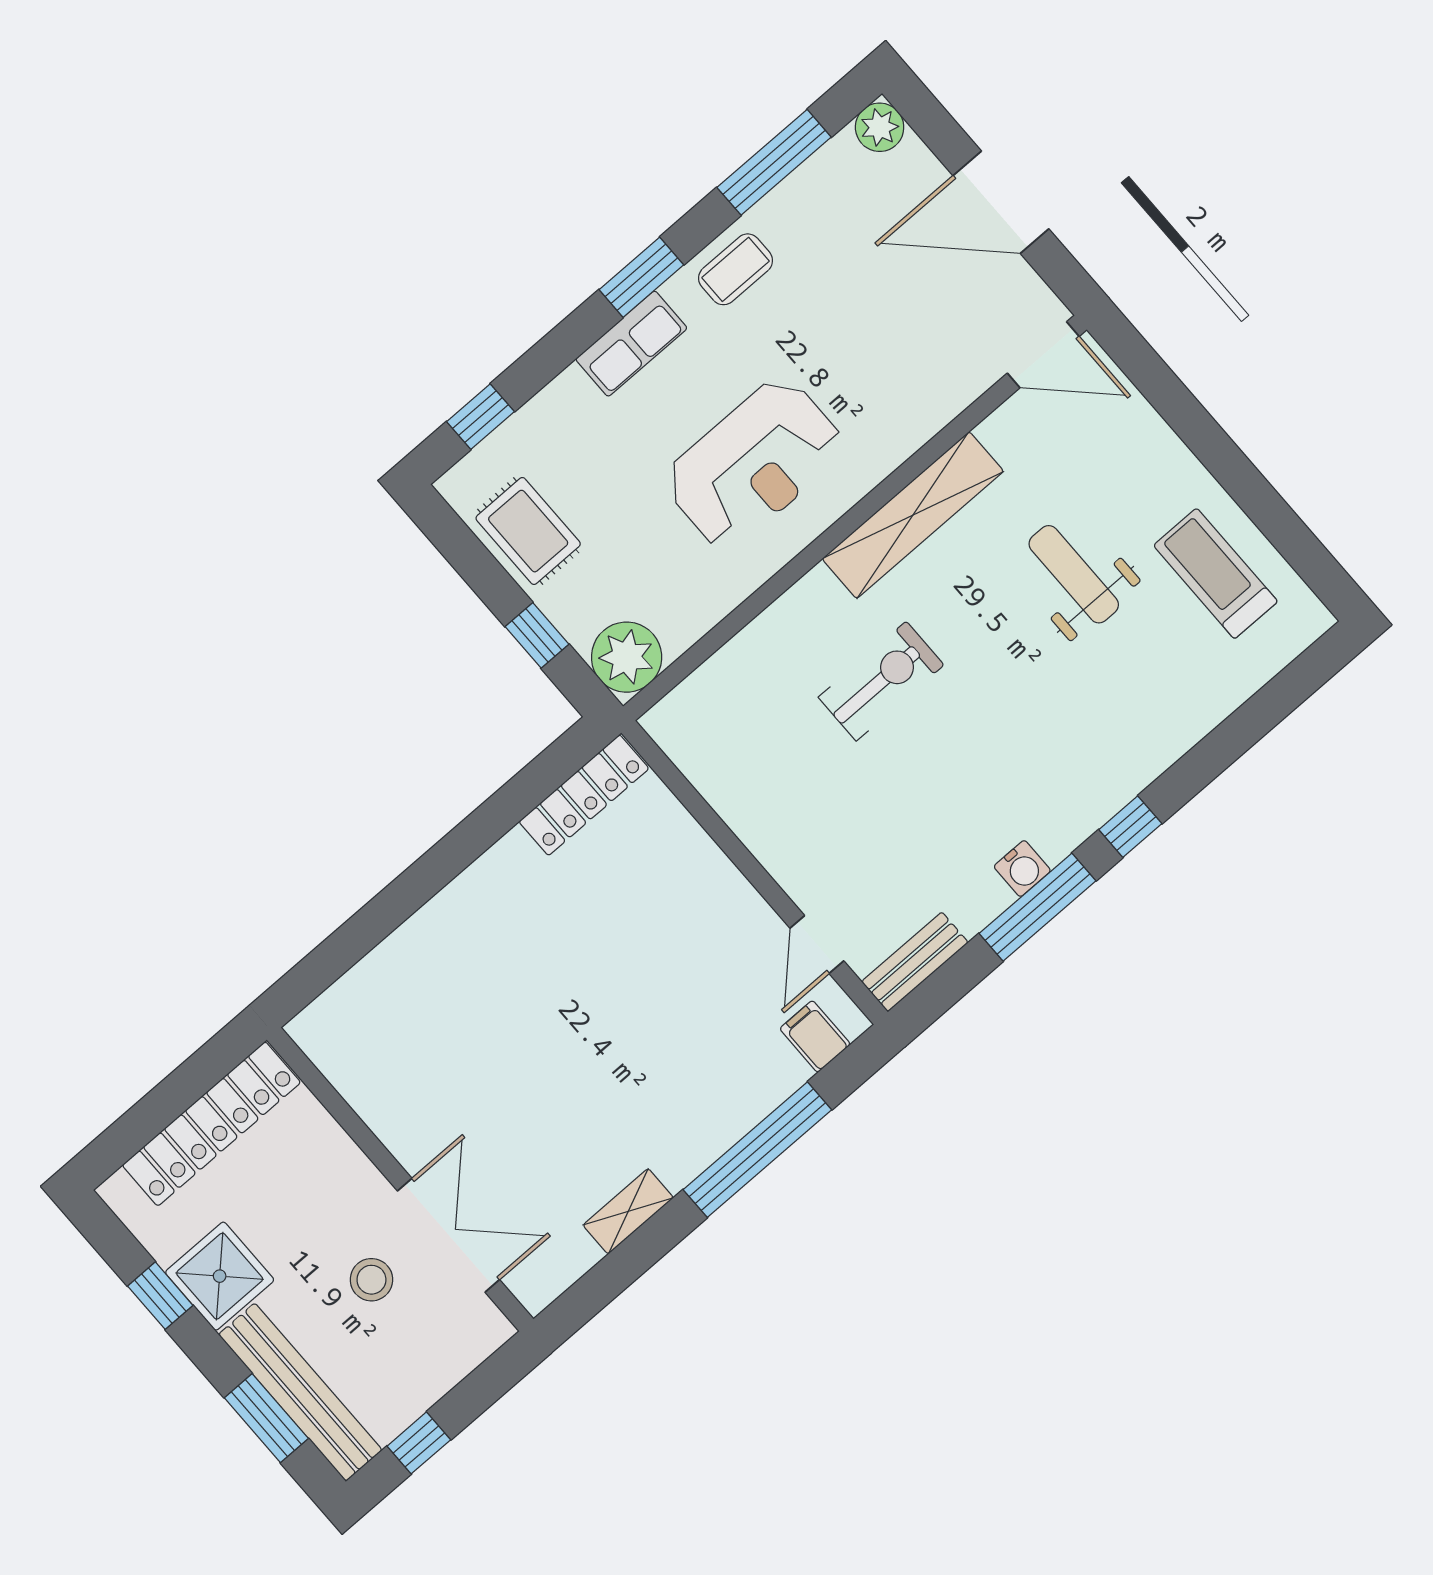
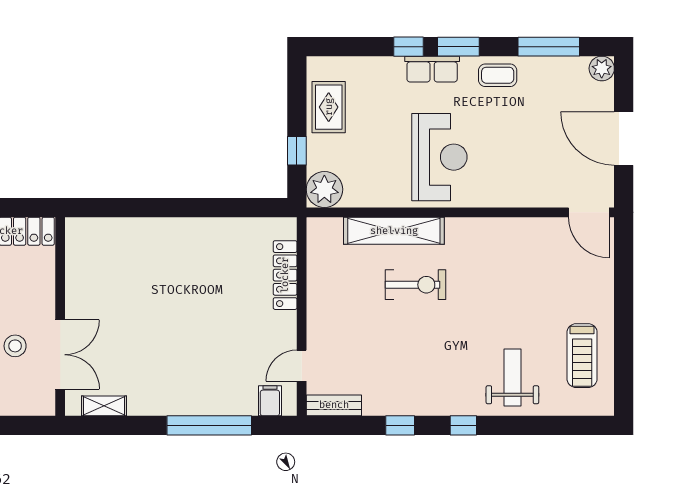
window: (481, 417) -> (408, 47), moved
reception desk: (754, 463) -> (439, 157), turned -90
shelving: (913, 515) -> (394, 231), moved
treadmill: (1216, 573) -> (582, 356), turned 180
weight bench: (1074, 574) -> (512, 378), moved
locker: (584, 795) -> (285, 275), moved, turned 90
water cooler: (1022, 869) -> (407, 405), removed
window: (1037, 907) -> (400, 425), width x0.46
shelving: (628, 1211) -> (104, 406), moved

